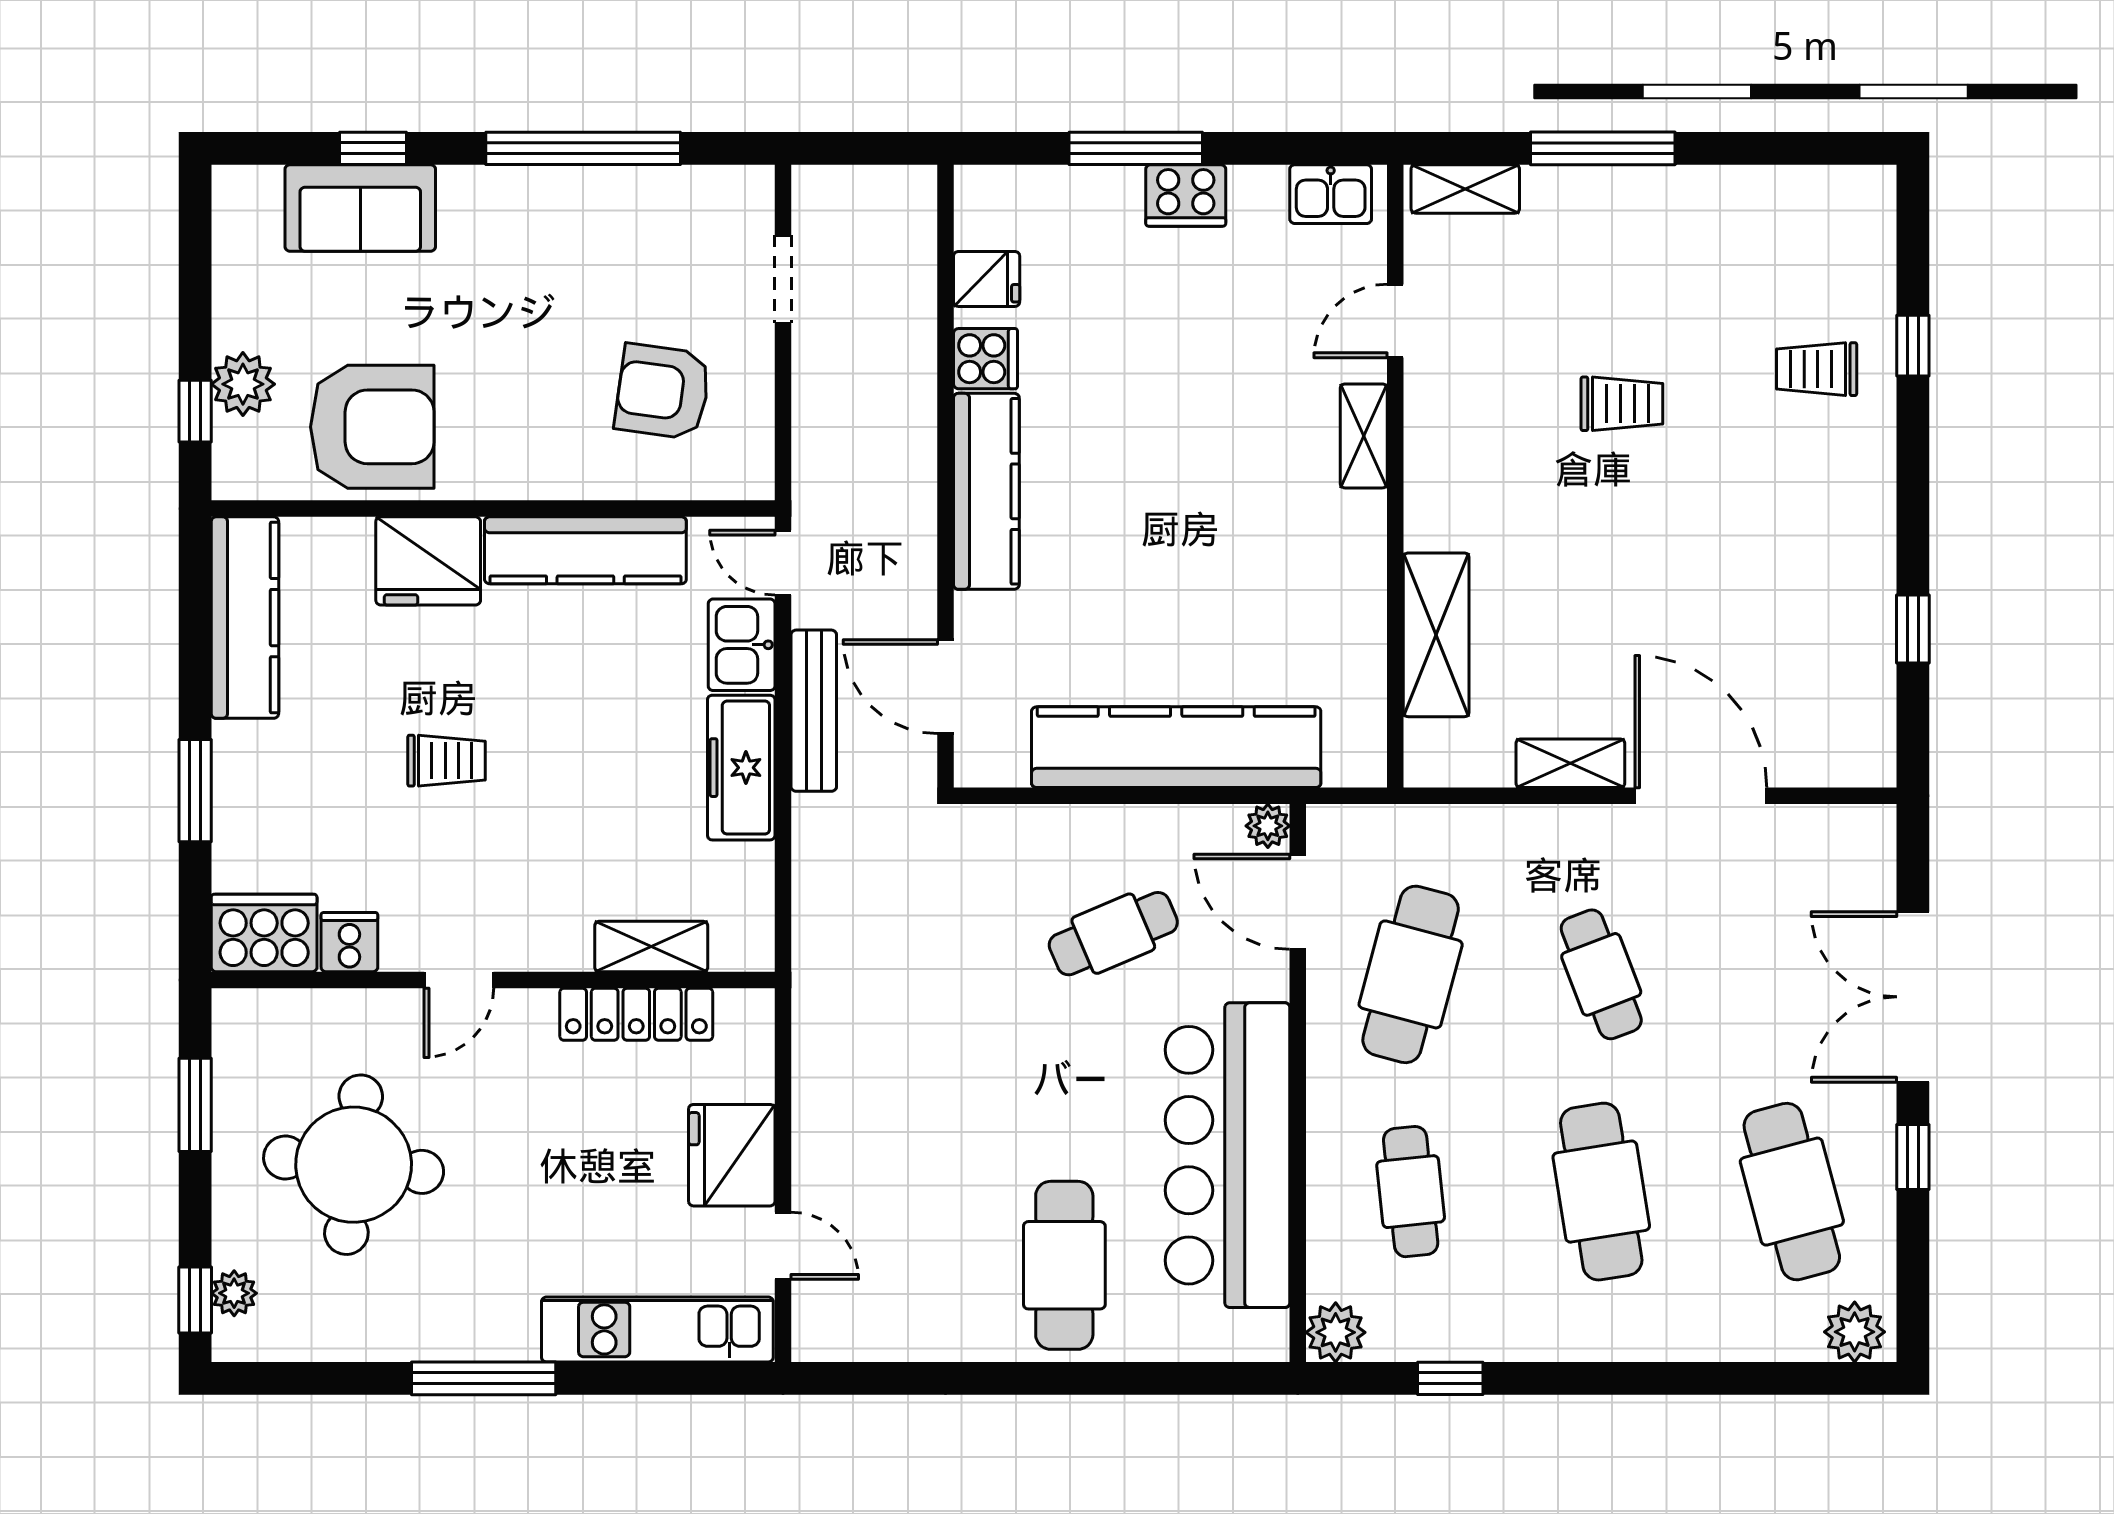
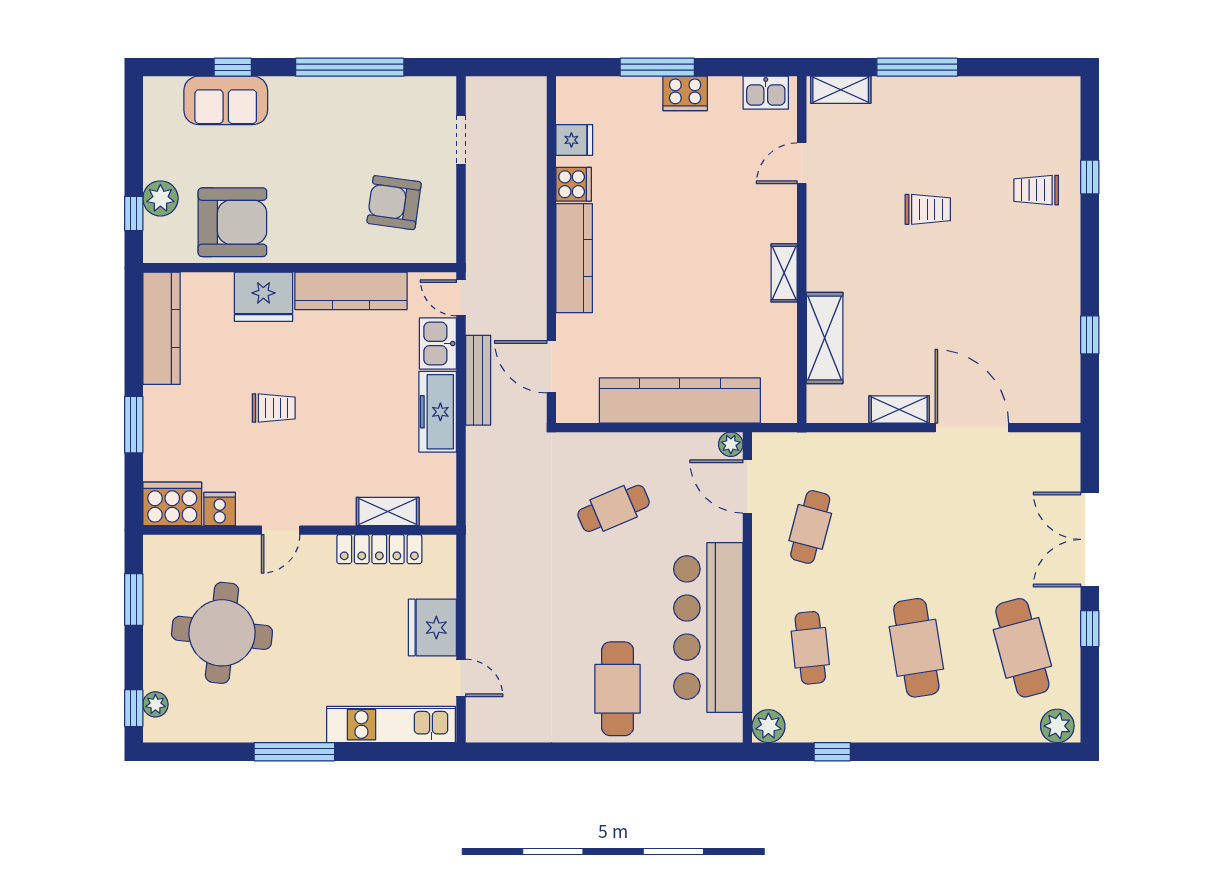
shelving: (1364, 436) -> (784, 273), moved
cafe table: (1113, 934) -> (614, 508), moved
cafe table: (1411, 974) -> (810, 527), width x0.73, depth x0.74
cafe table: (1601, 974) -> (916, 527), removed

